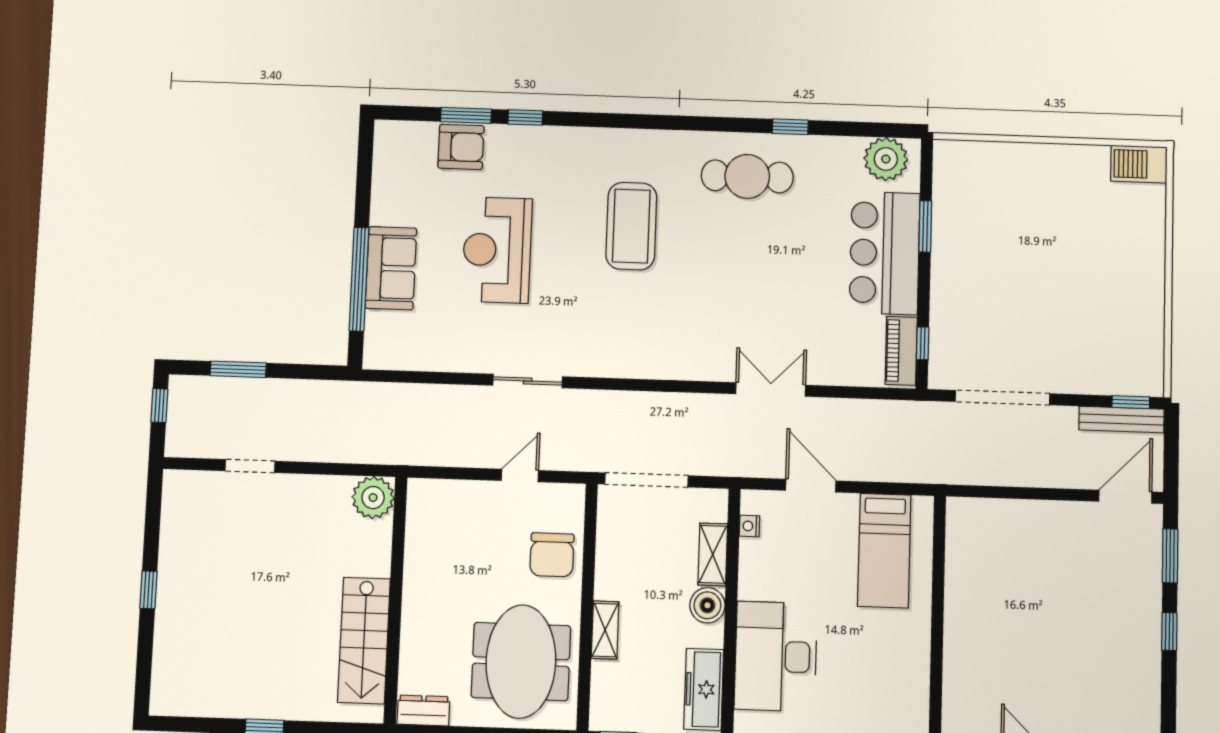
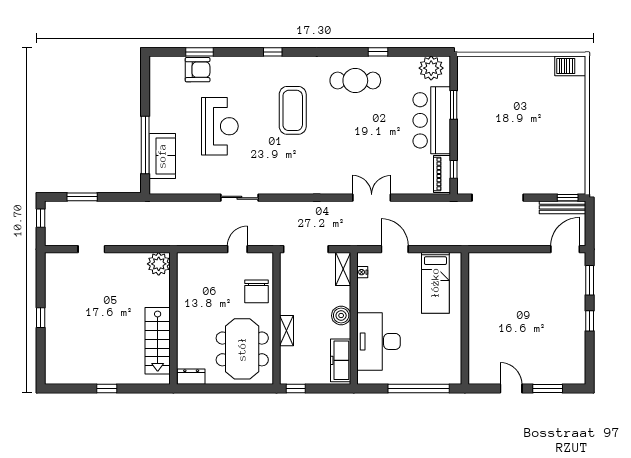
window: (525, 117) -> (273, 52), moved
reception desk: (497, 250) -> (220, 126), turned 180
sofa: (391, 268) -> (162, 156), moved
shelving: (713, 554) -> (343, 269), moved

